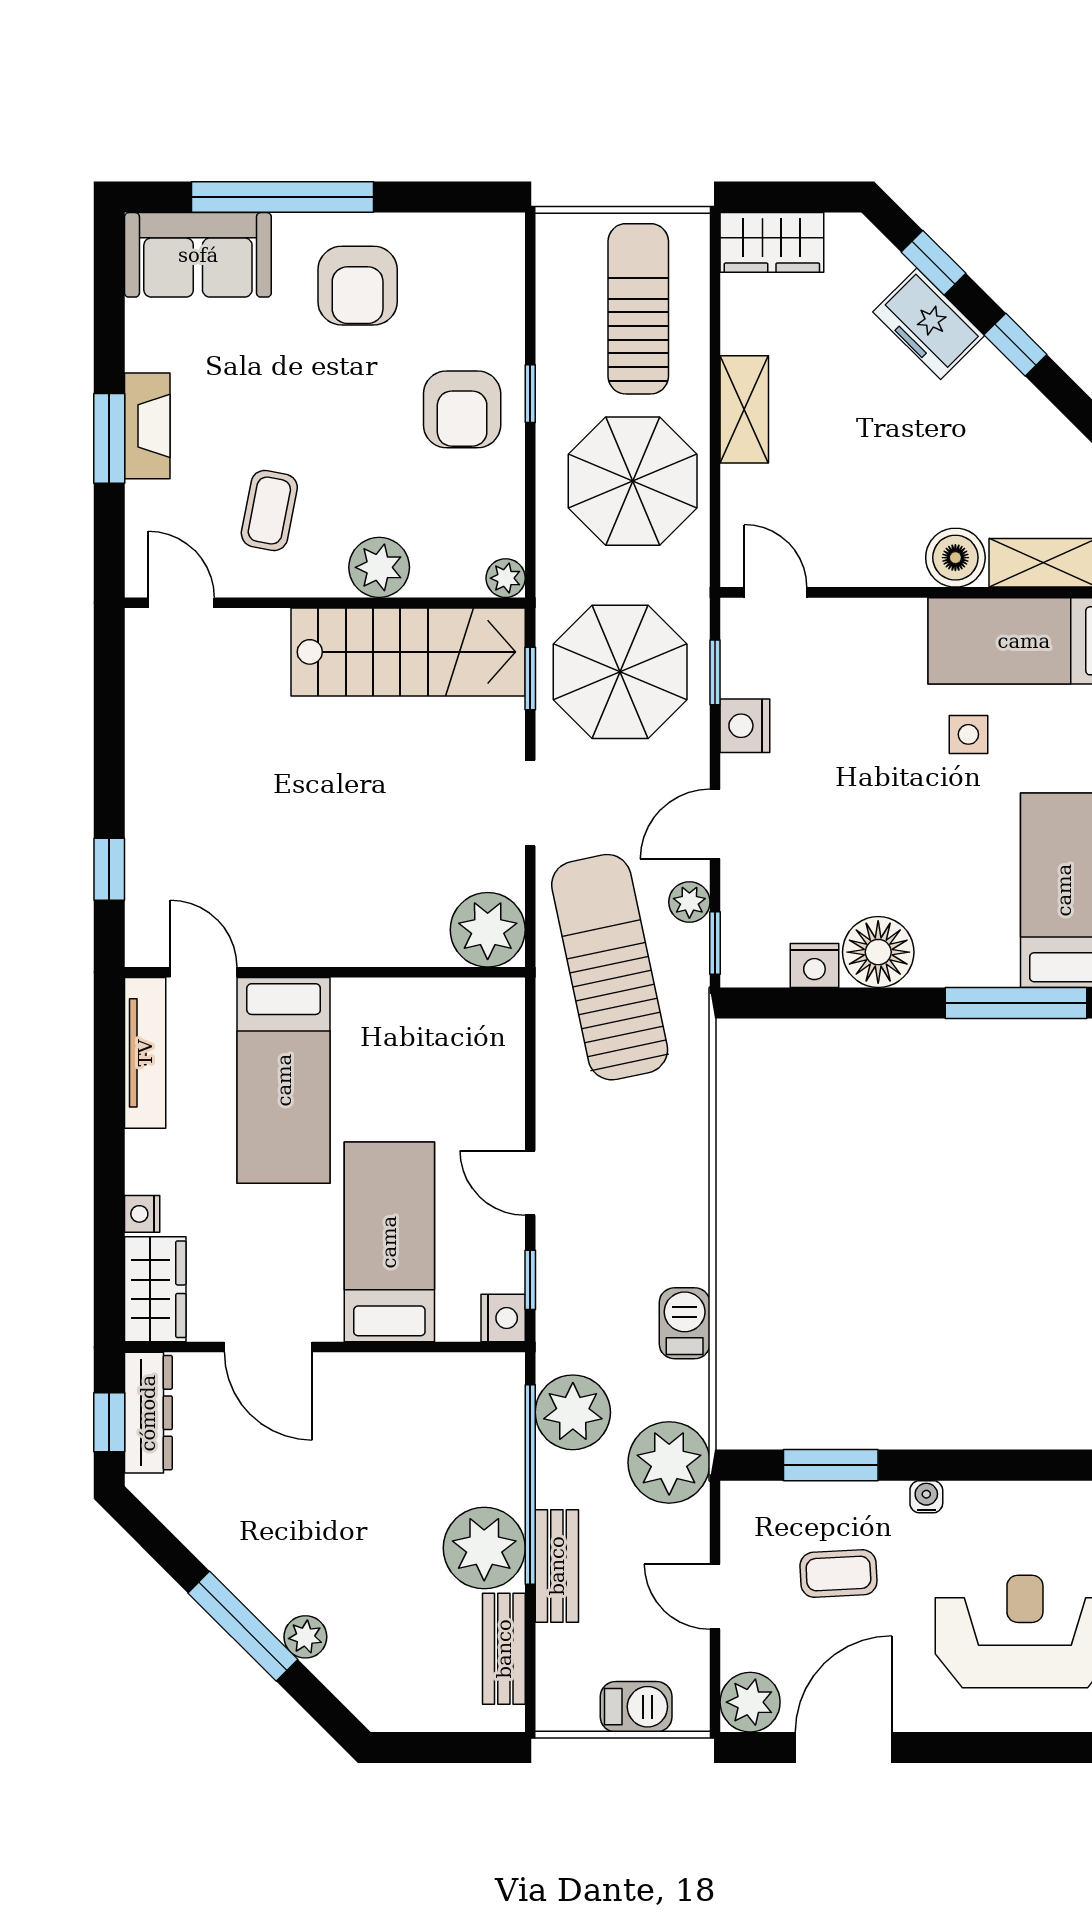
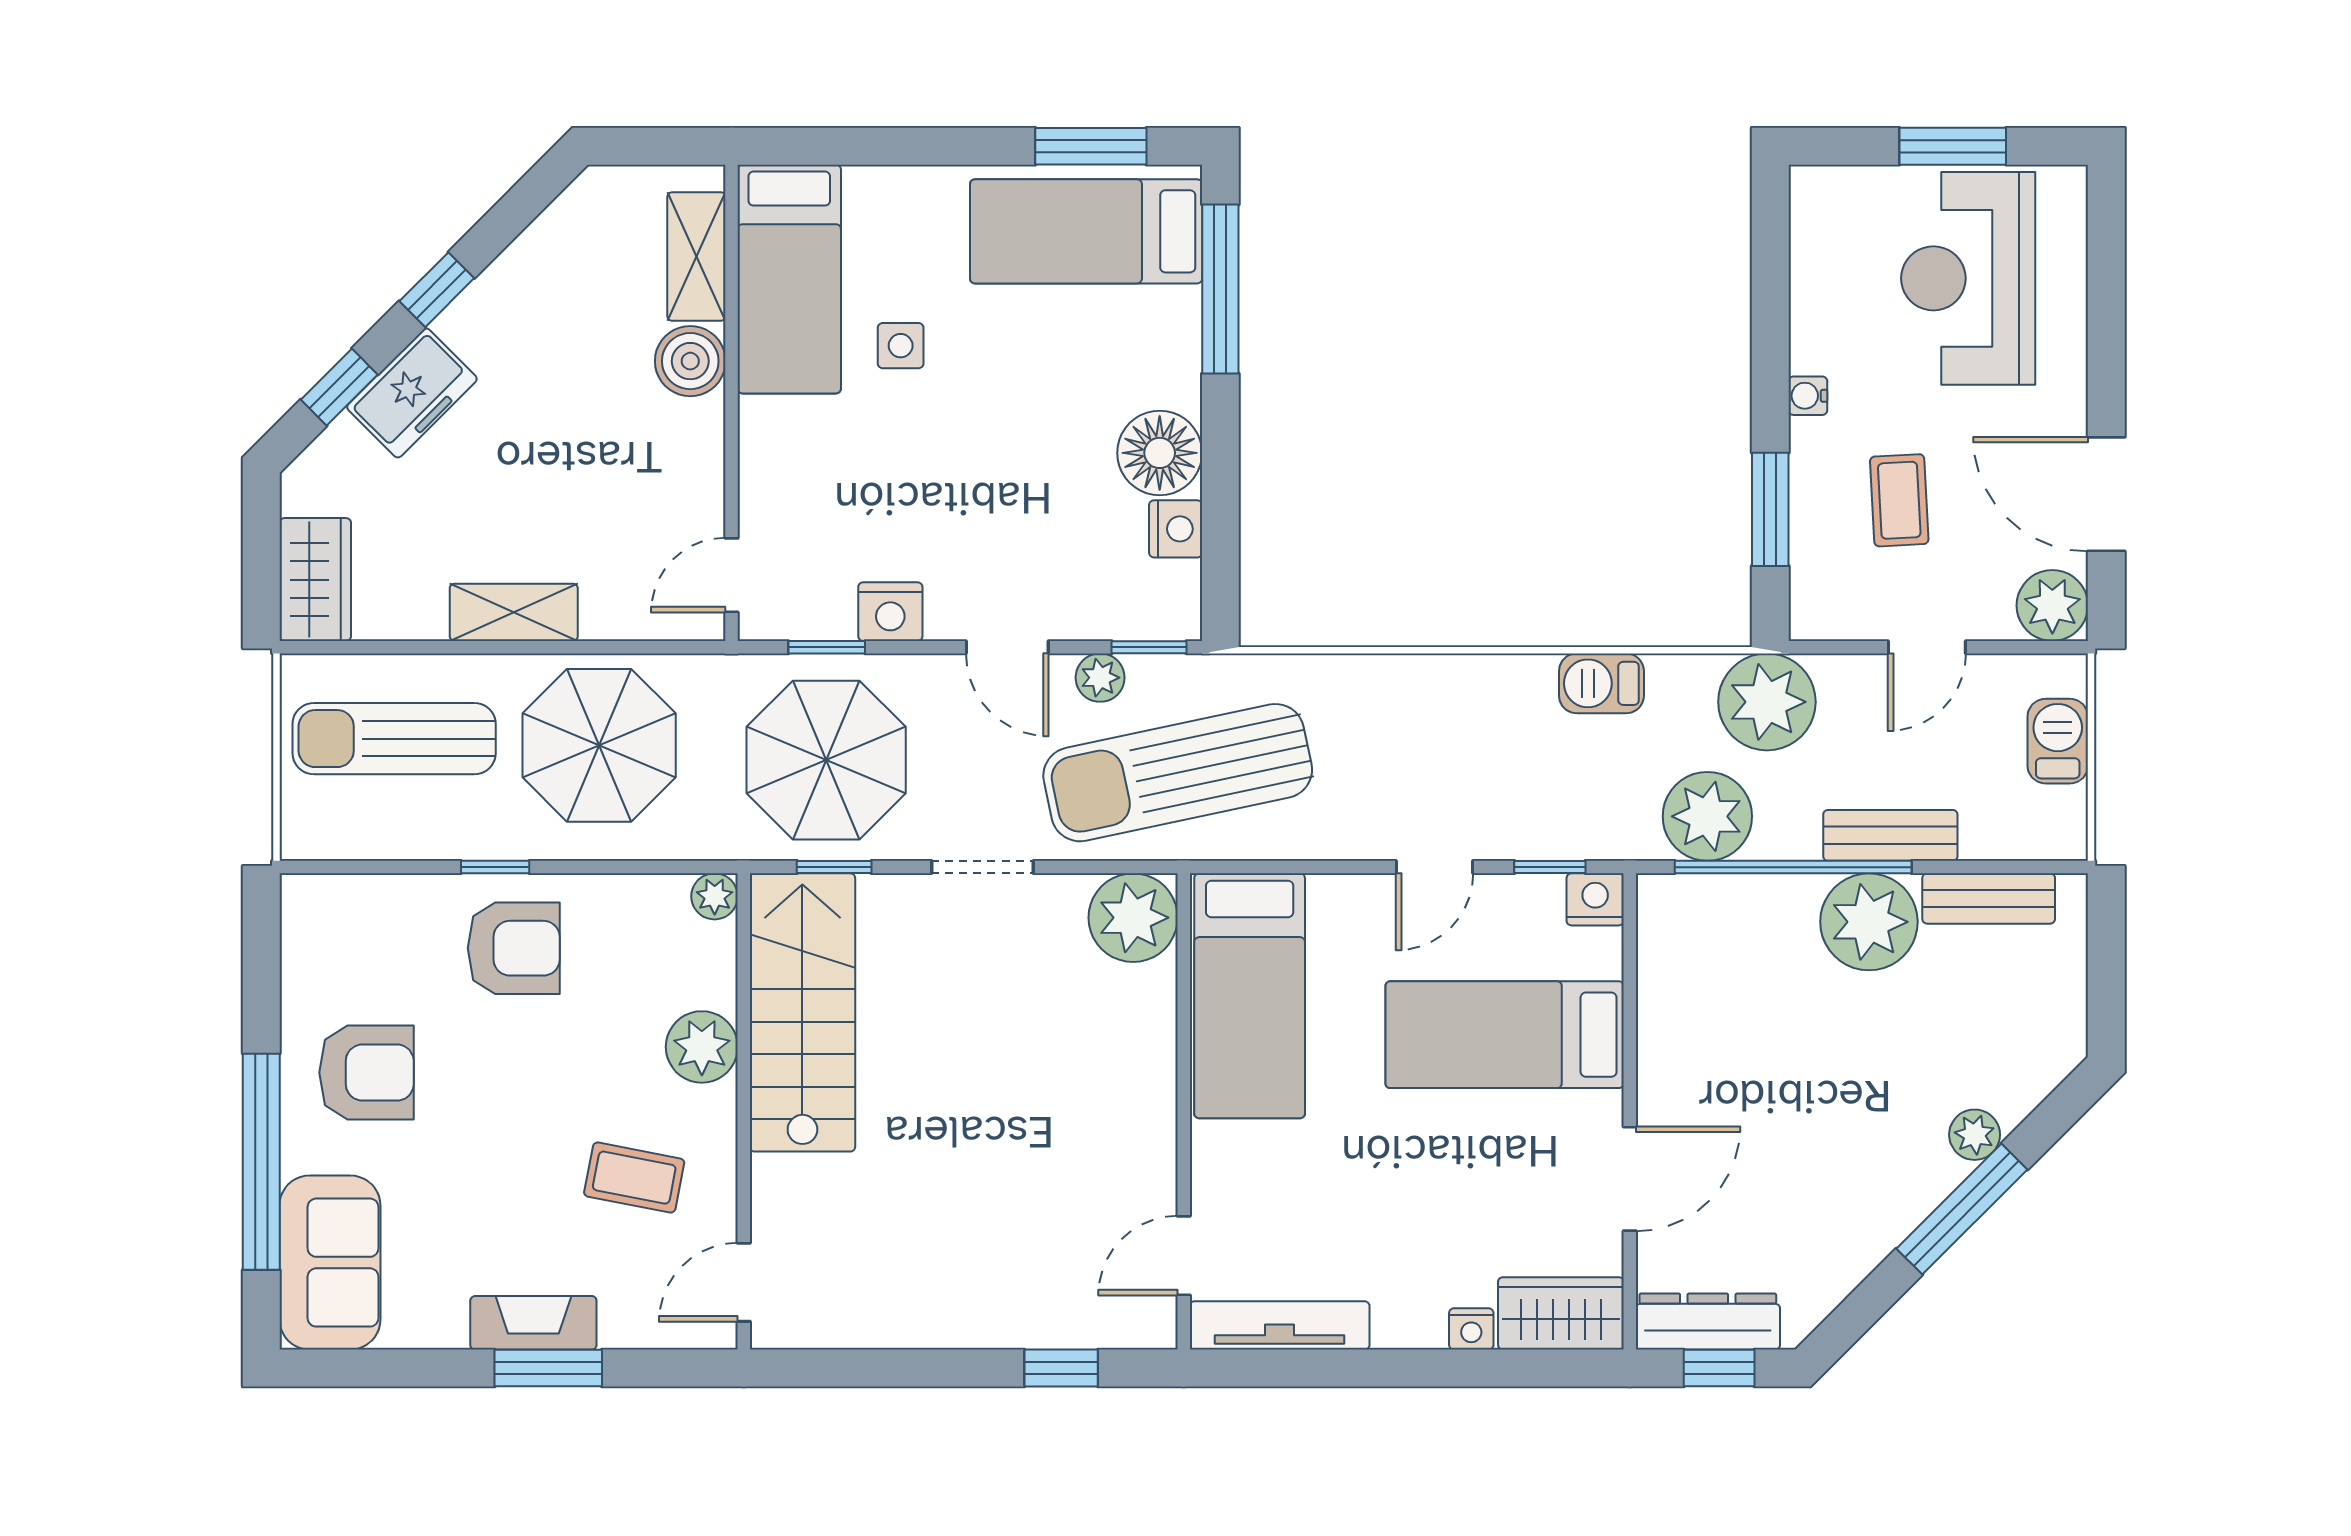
bed: (284, 1080) -> (1250, 996), moved, turned 90

